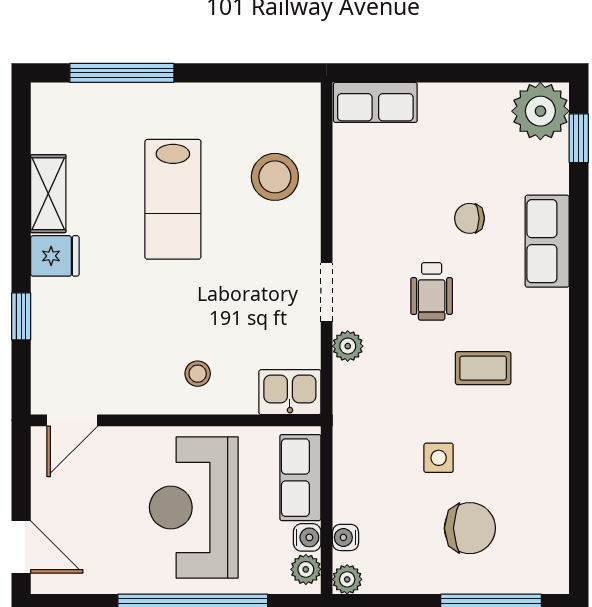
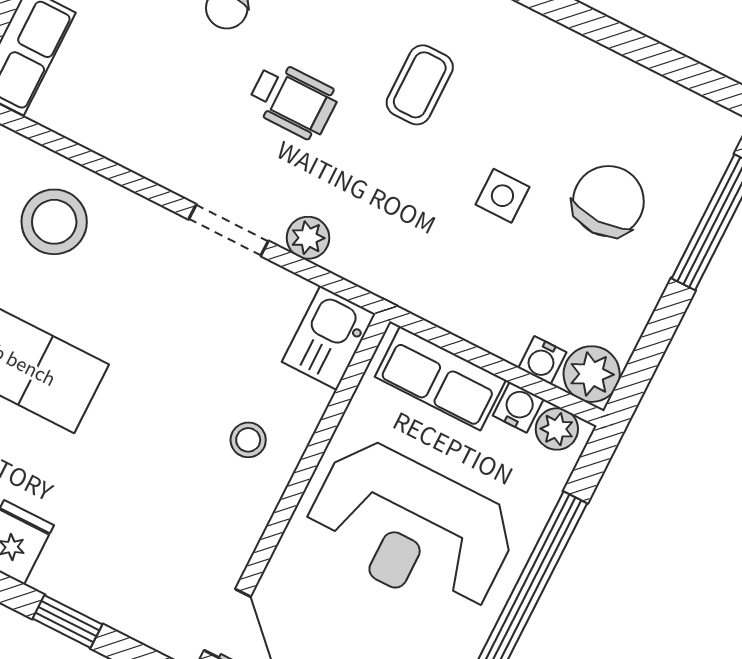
plant: (347, 579) -> (592, 374), width x1.38, depth x1.38

